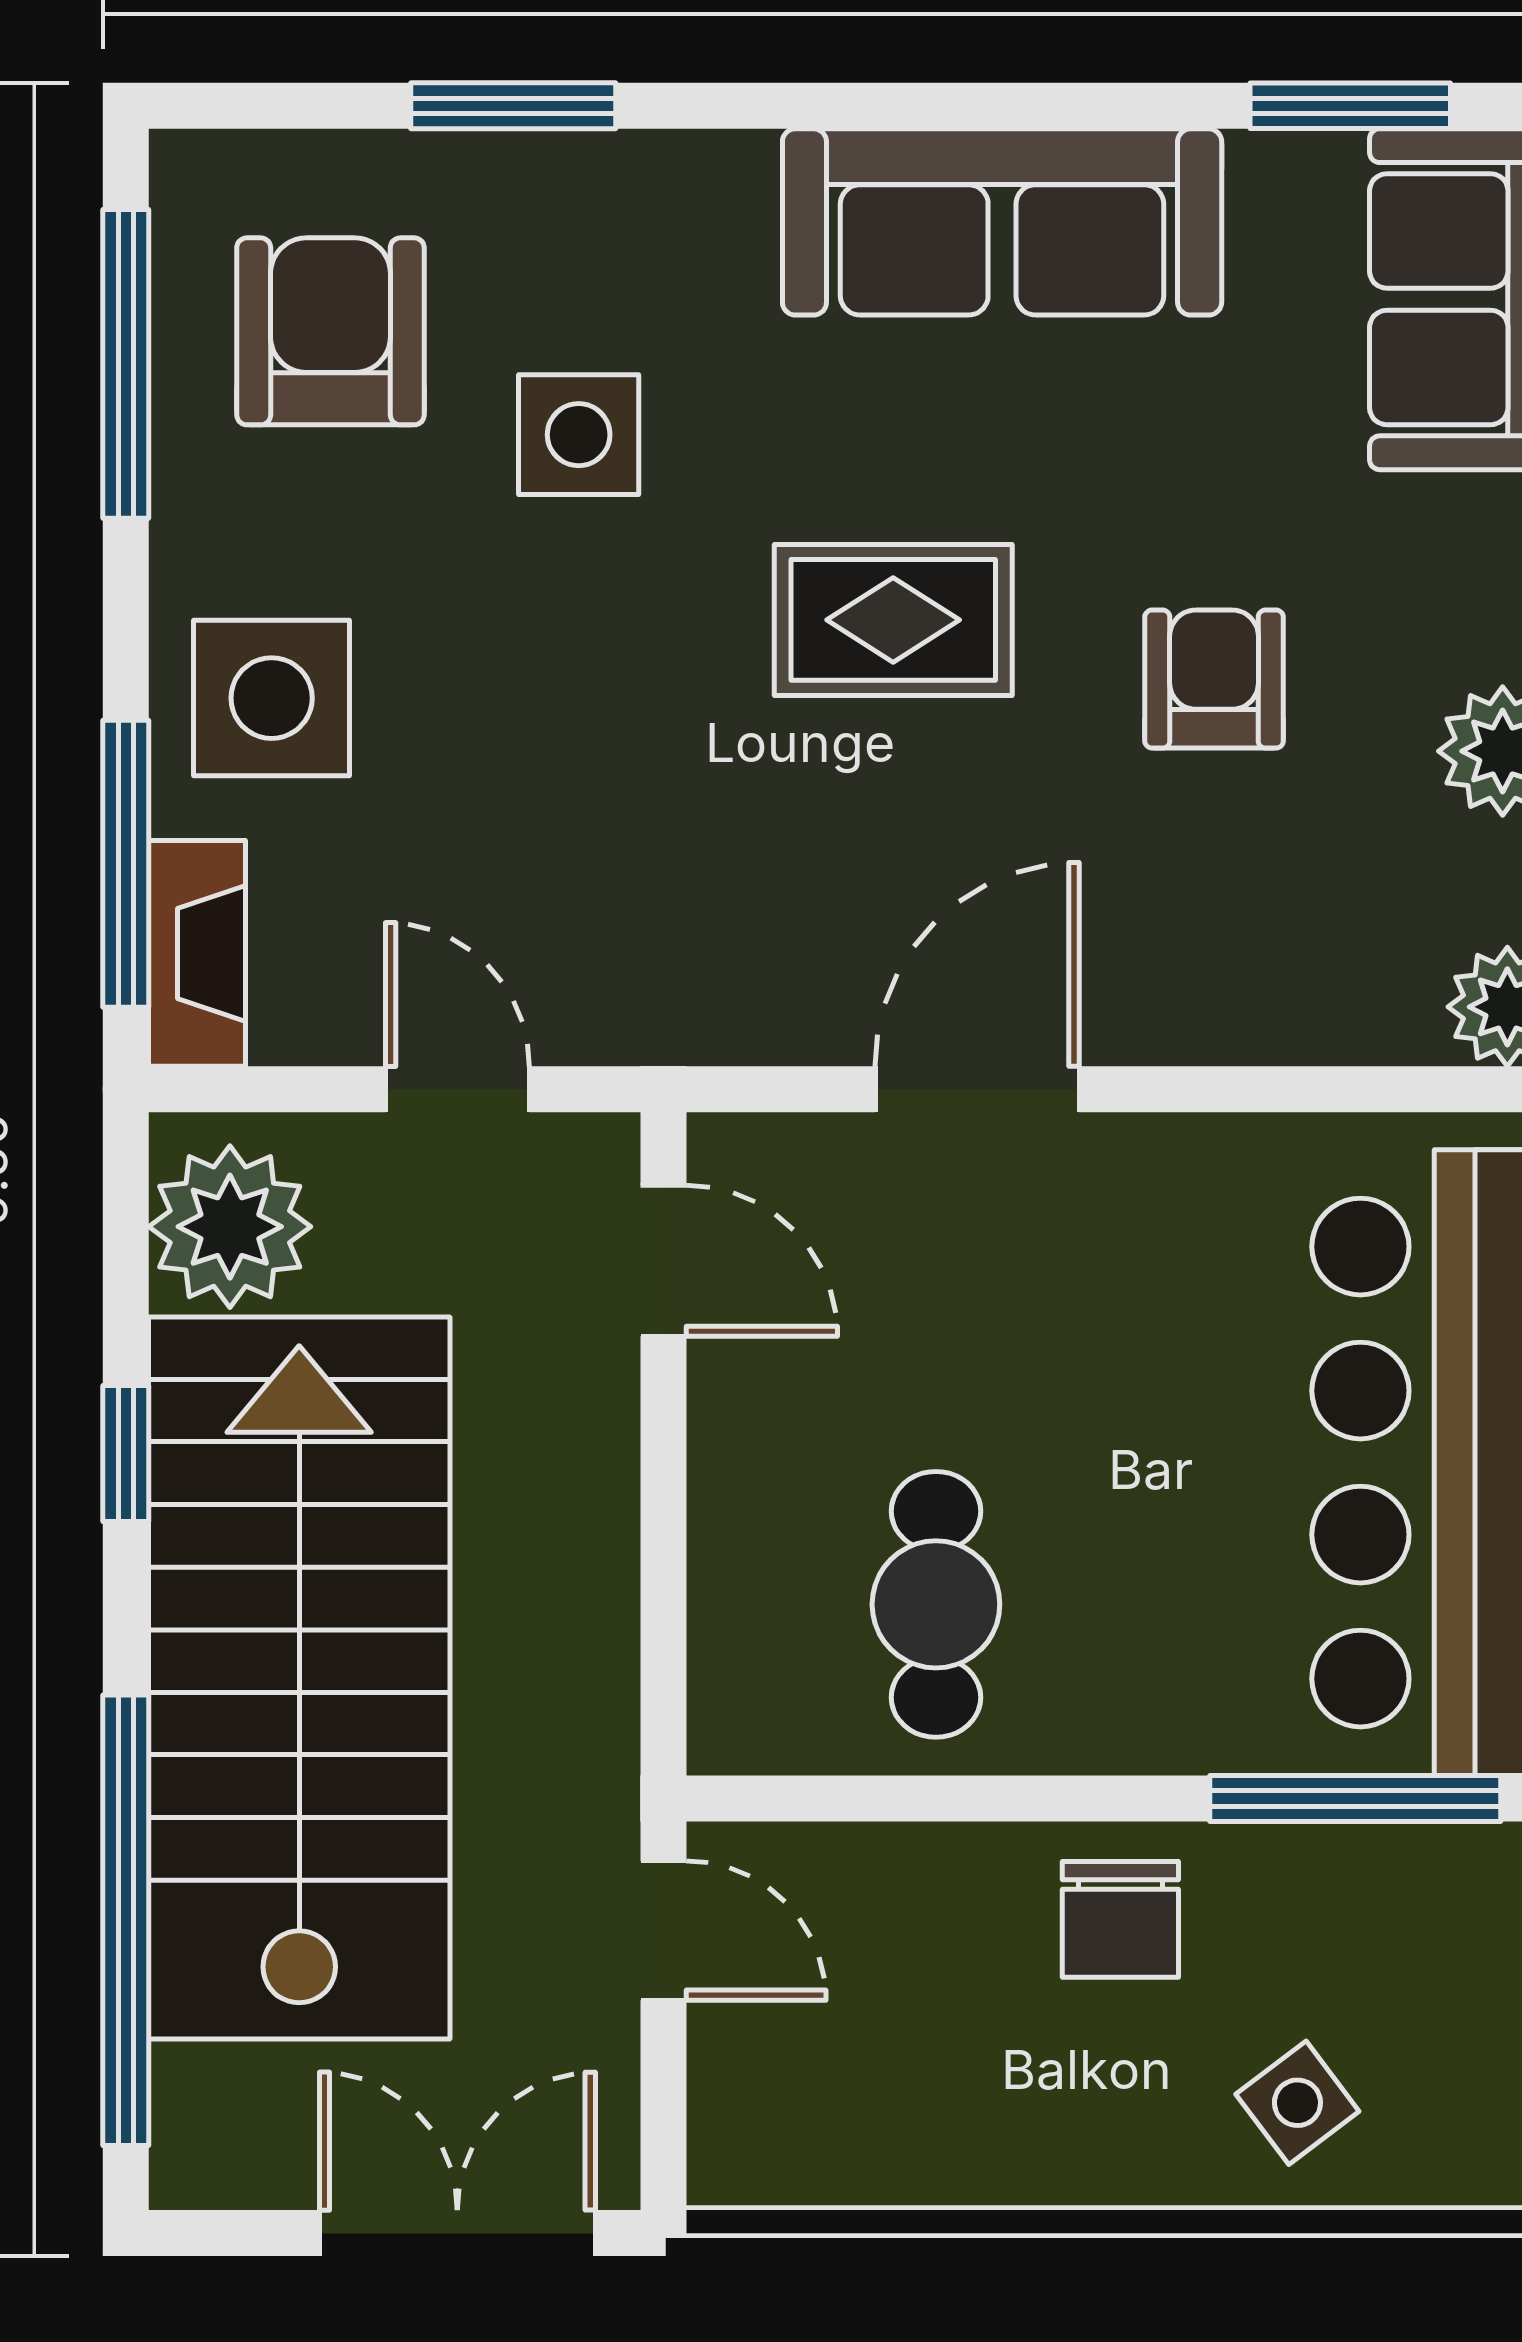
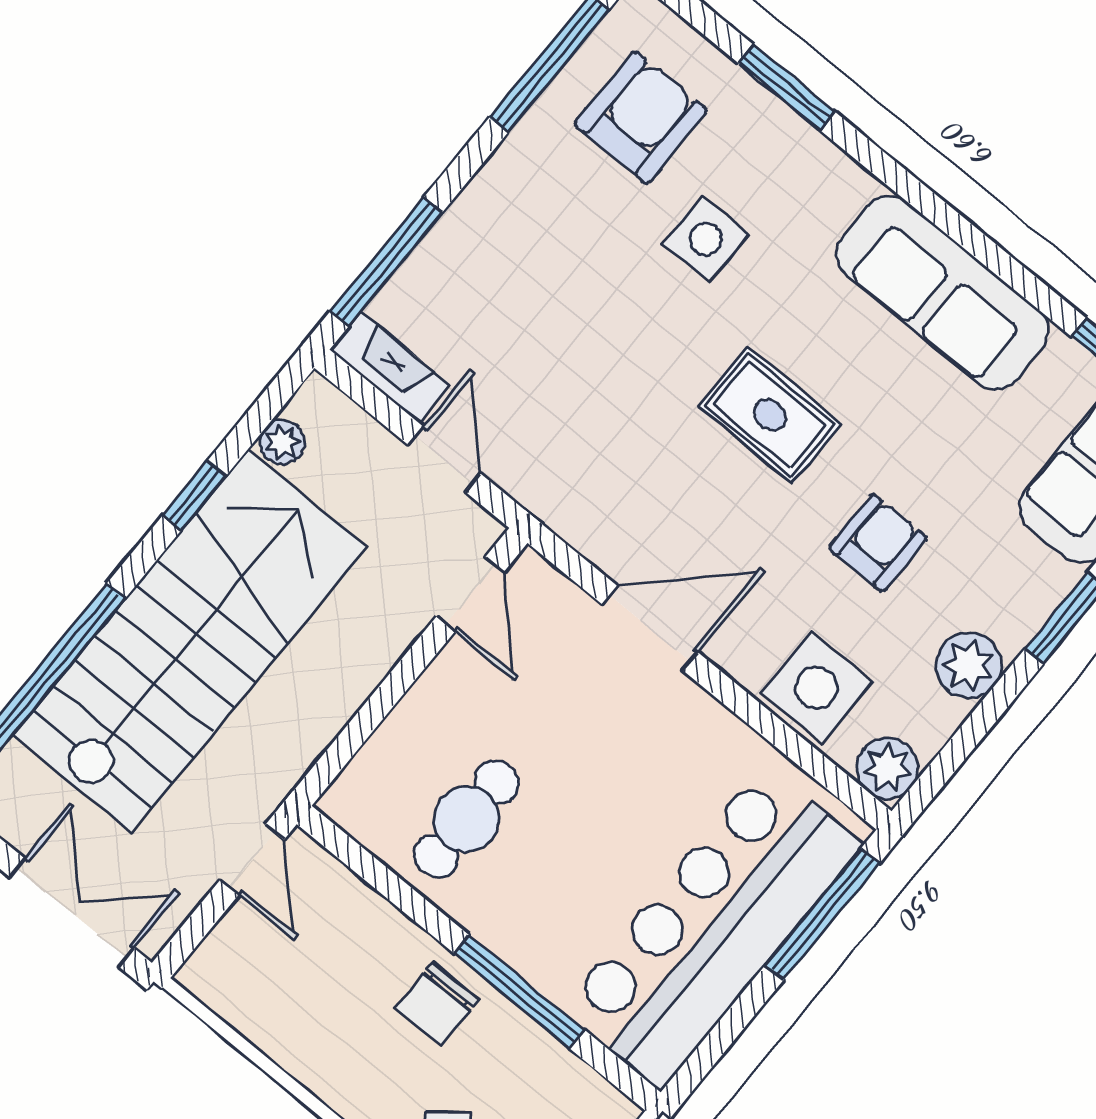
side table: (272, 698) -> (817, 688), moved
fireplace: (197, 953) -> (390, 367), moved, turned -90
plant: (230, 1227) -> (282, 442), width x0.53, depth x0.53
window: (1355, 1798) -> (519, 991), moved

